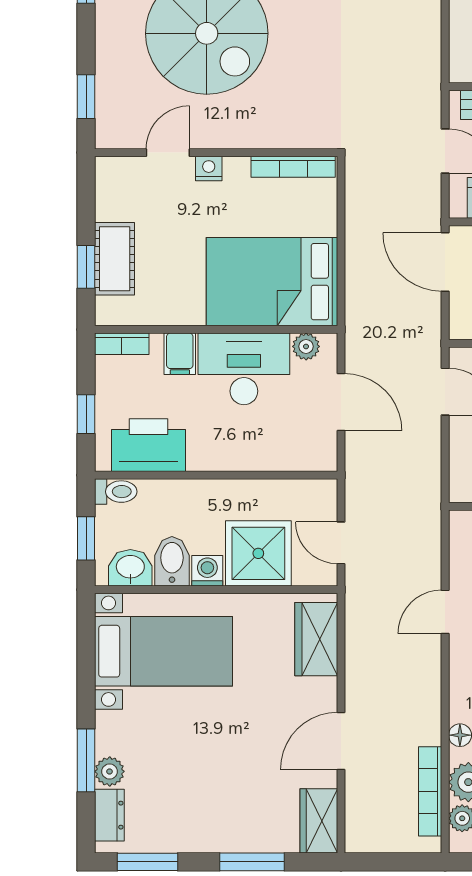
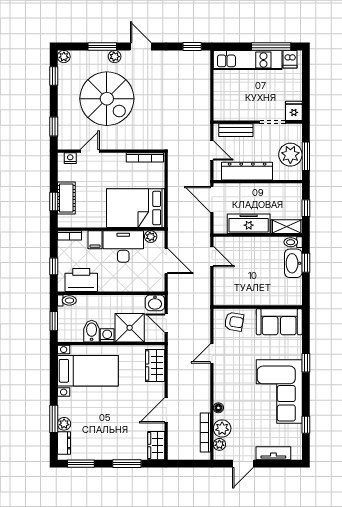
nightstand: (209, 169) -> (70, 158), moved
washbasin: (130, 568) -> (155, 303), moved, turned 180

